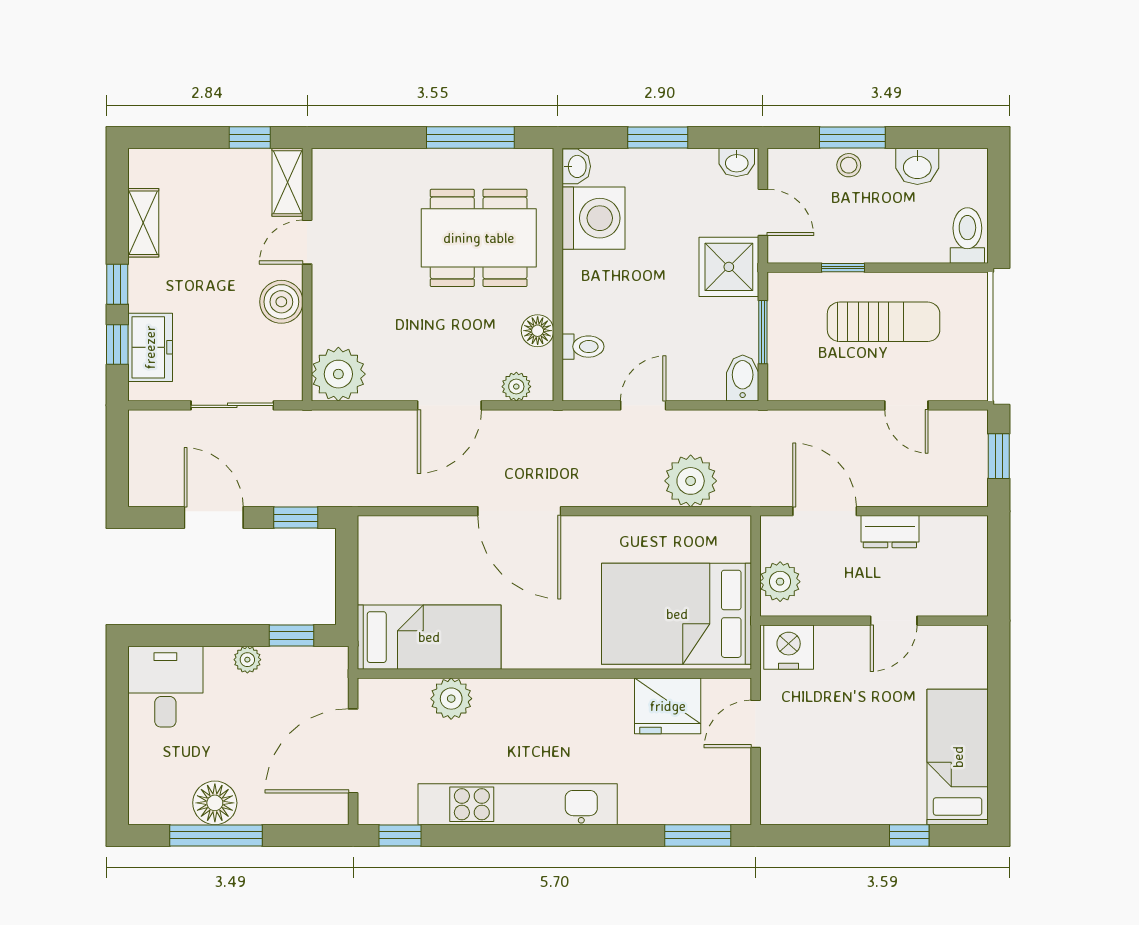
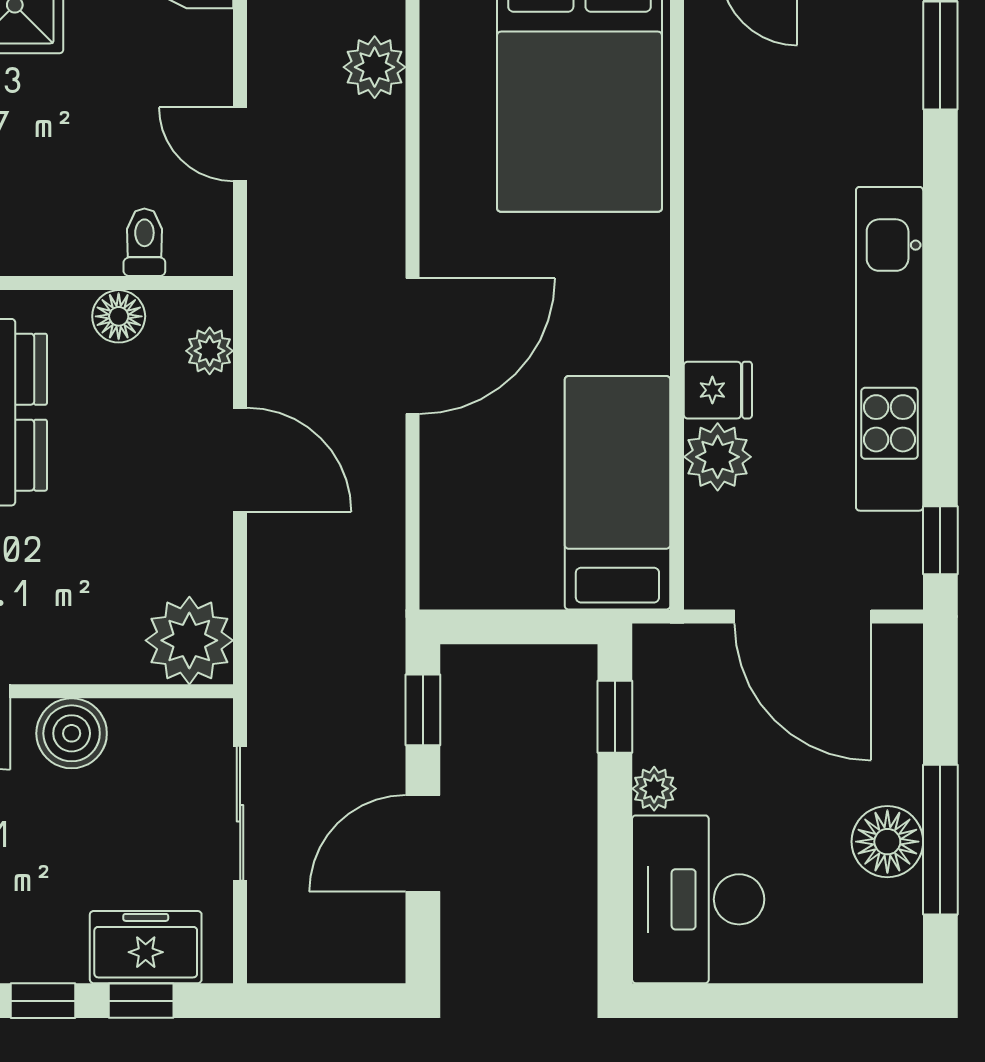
plant: (691, 481) -> (375, 67), width x0.73, depth x0.73
desk: (165, 687) -> (698, 899), width x1.37
fridge: (668, 706) -> (718, 390), moved, width x0.53, depth x0.75

